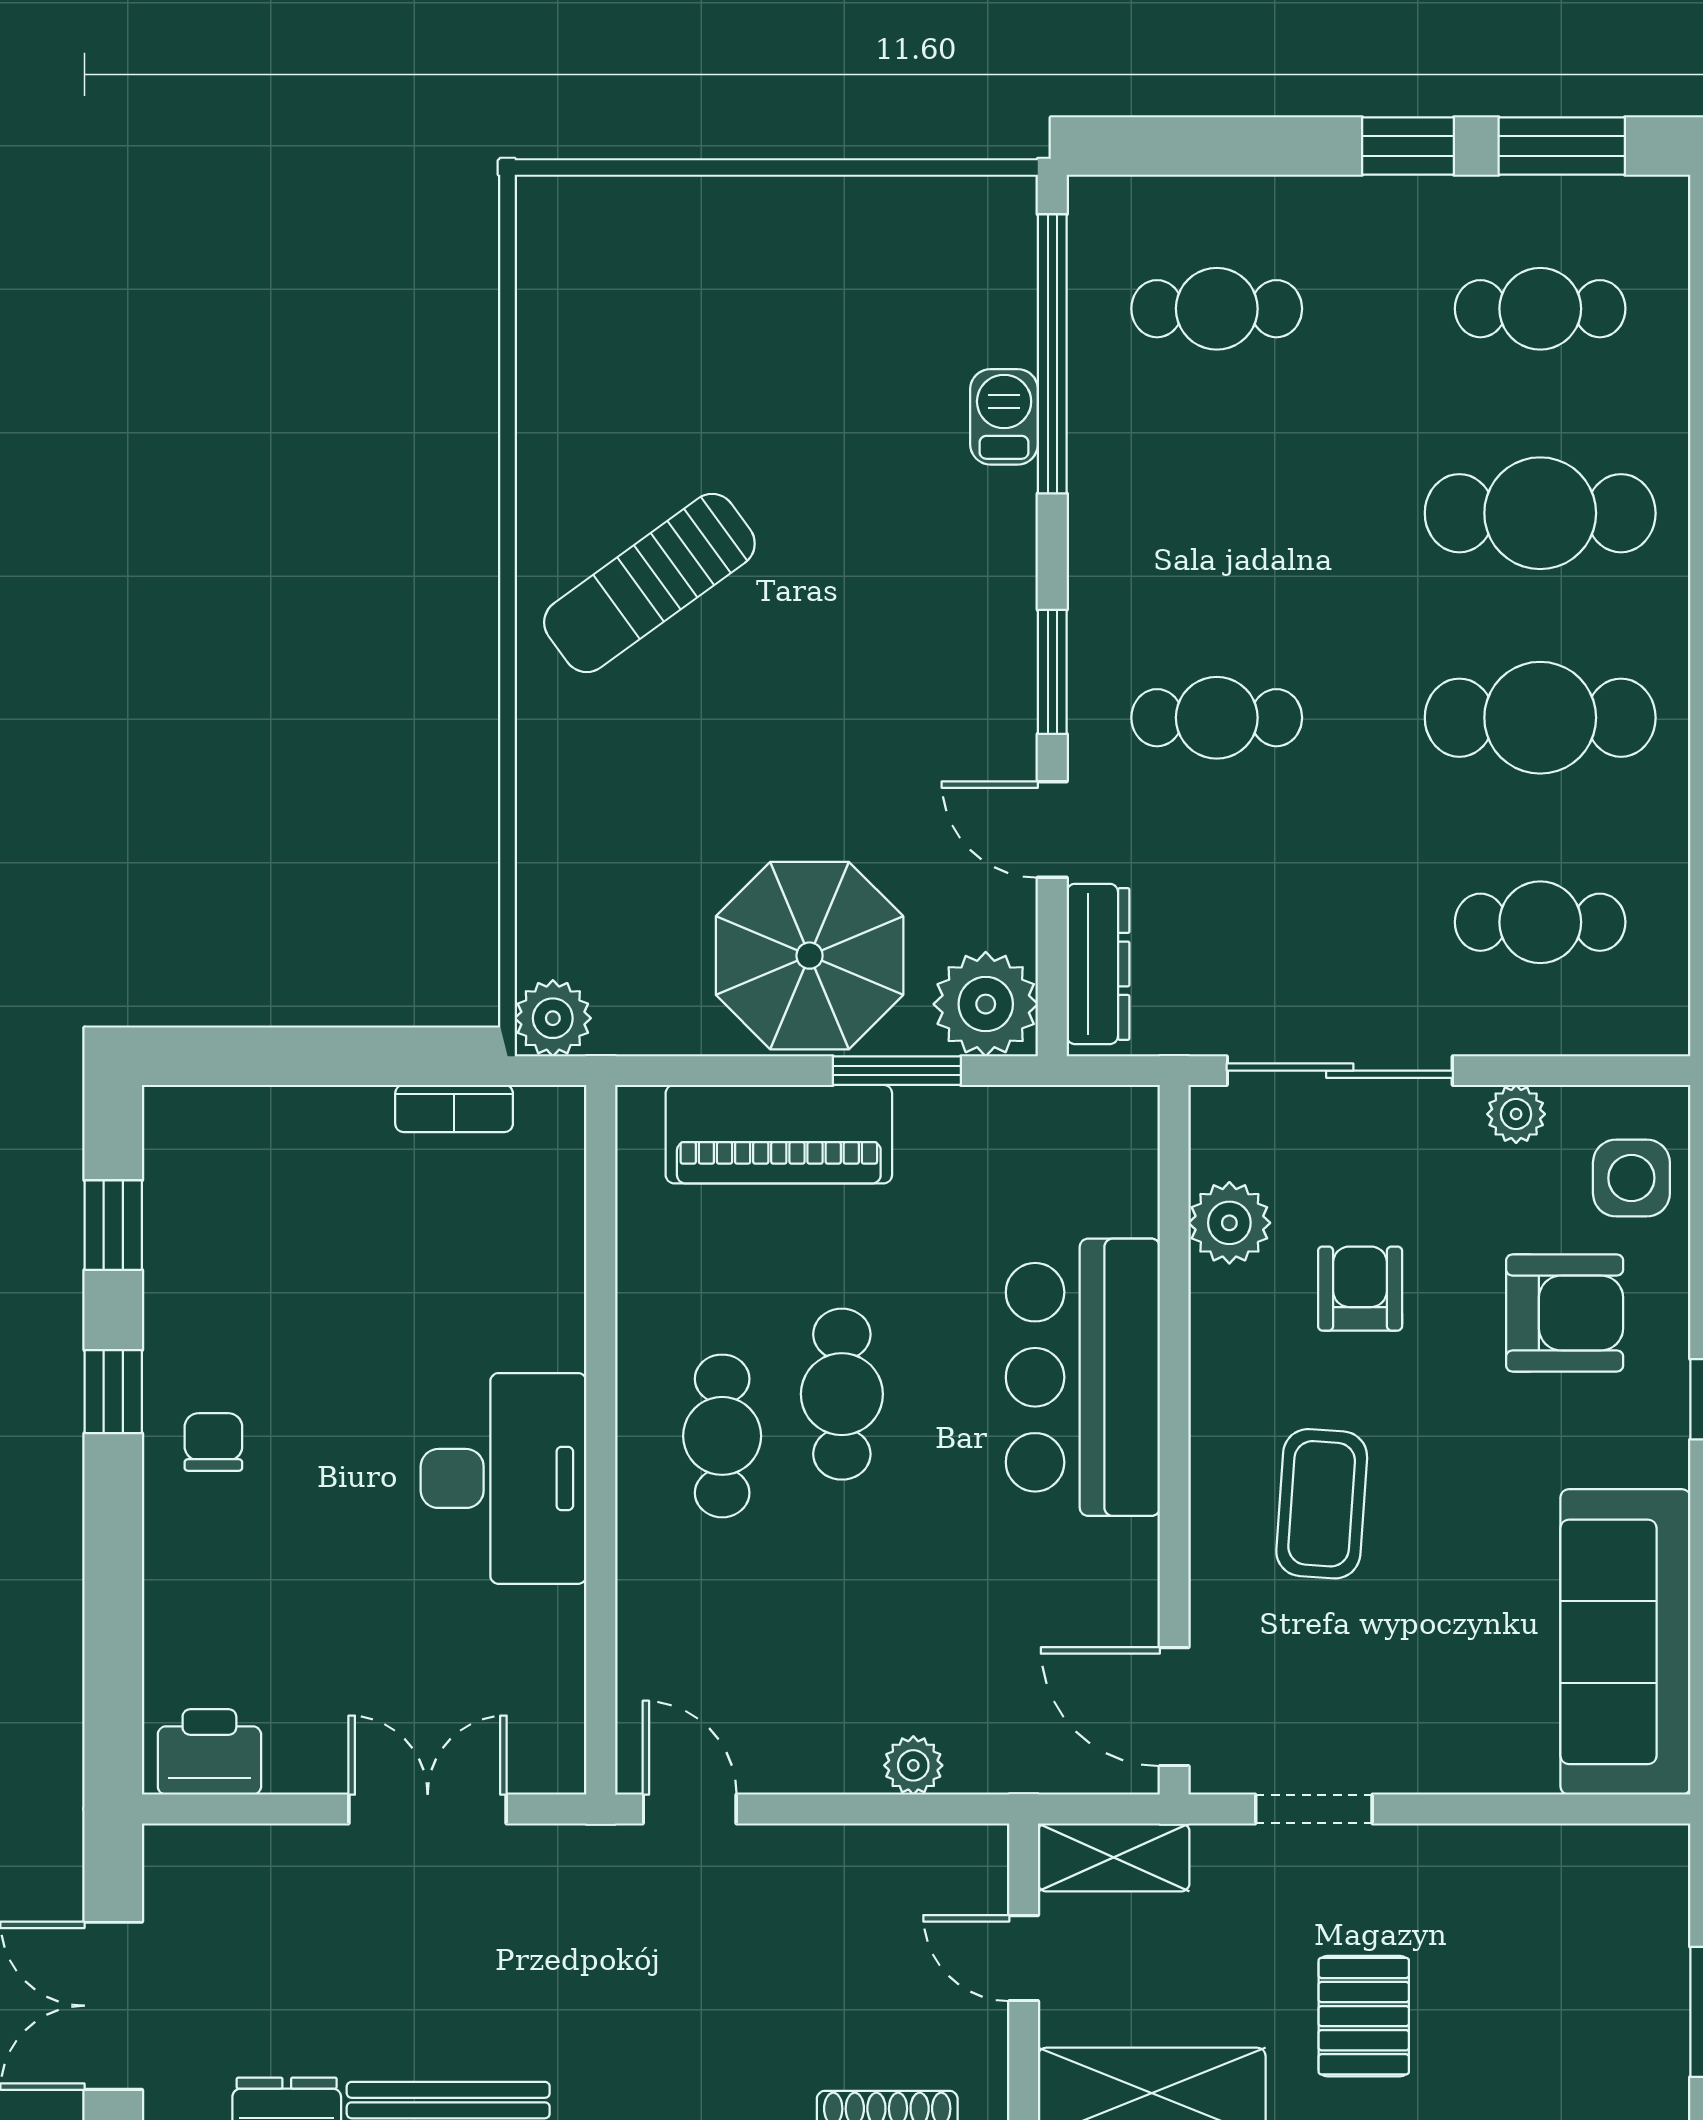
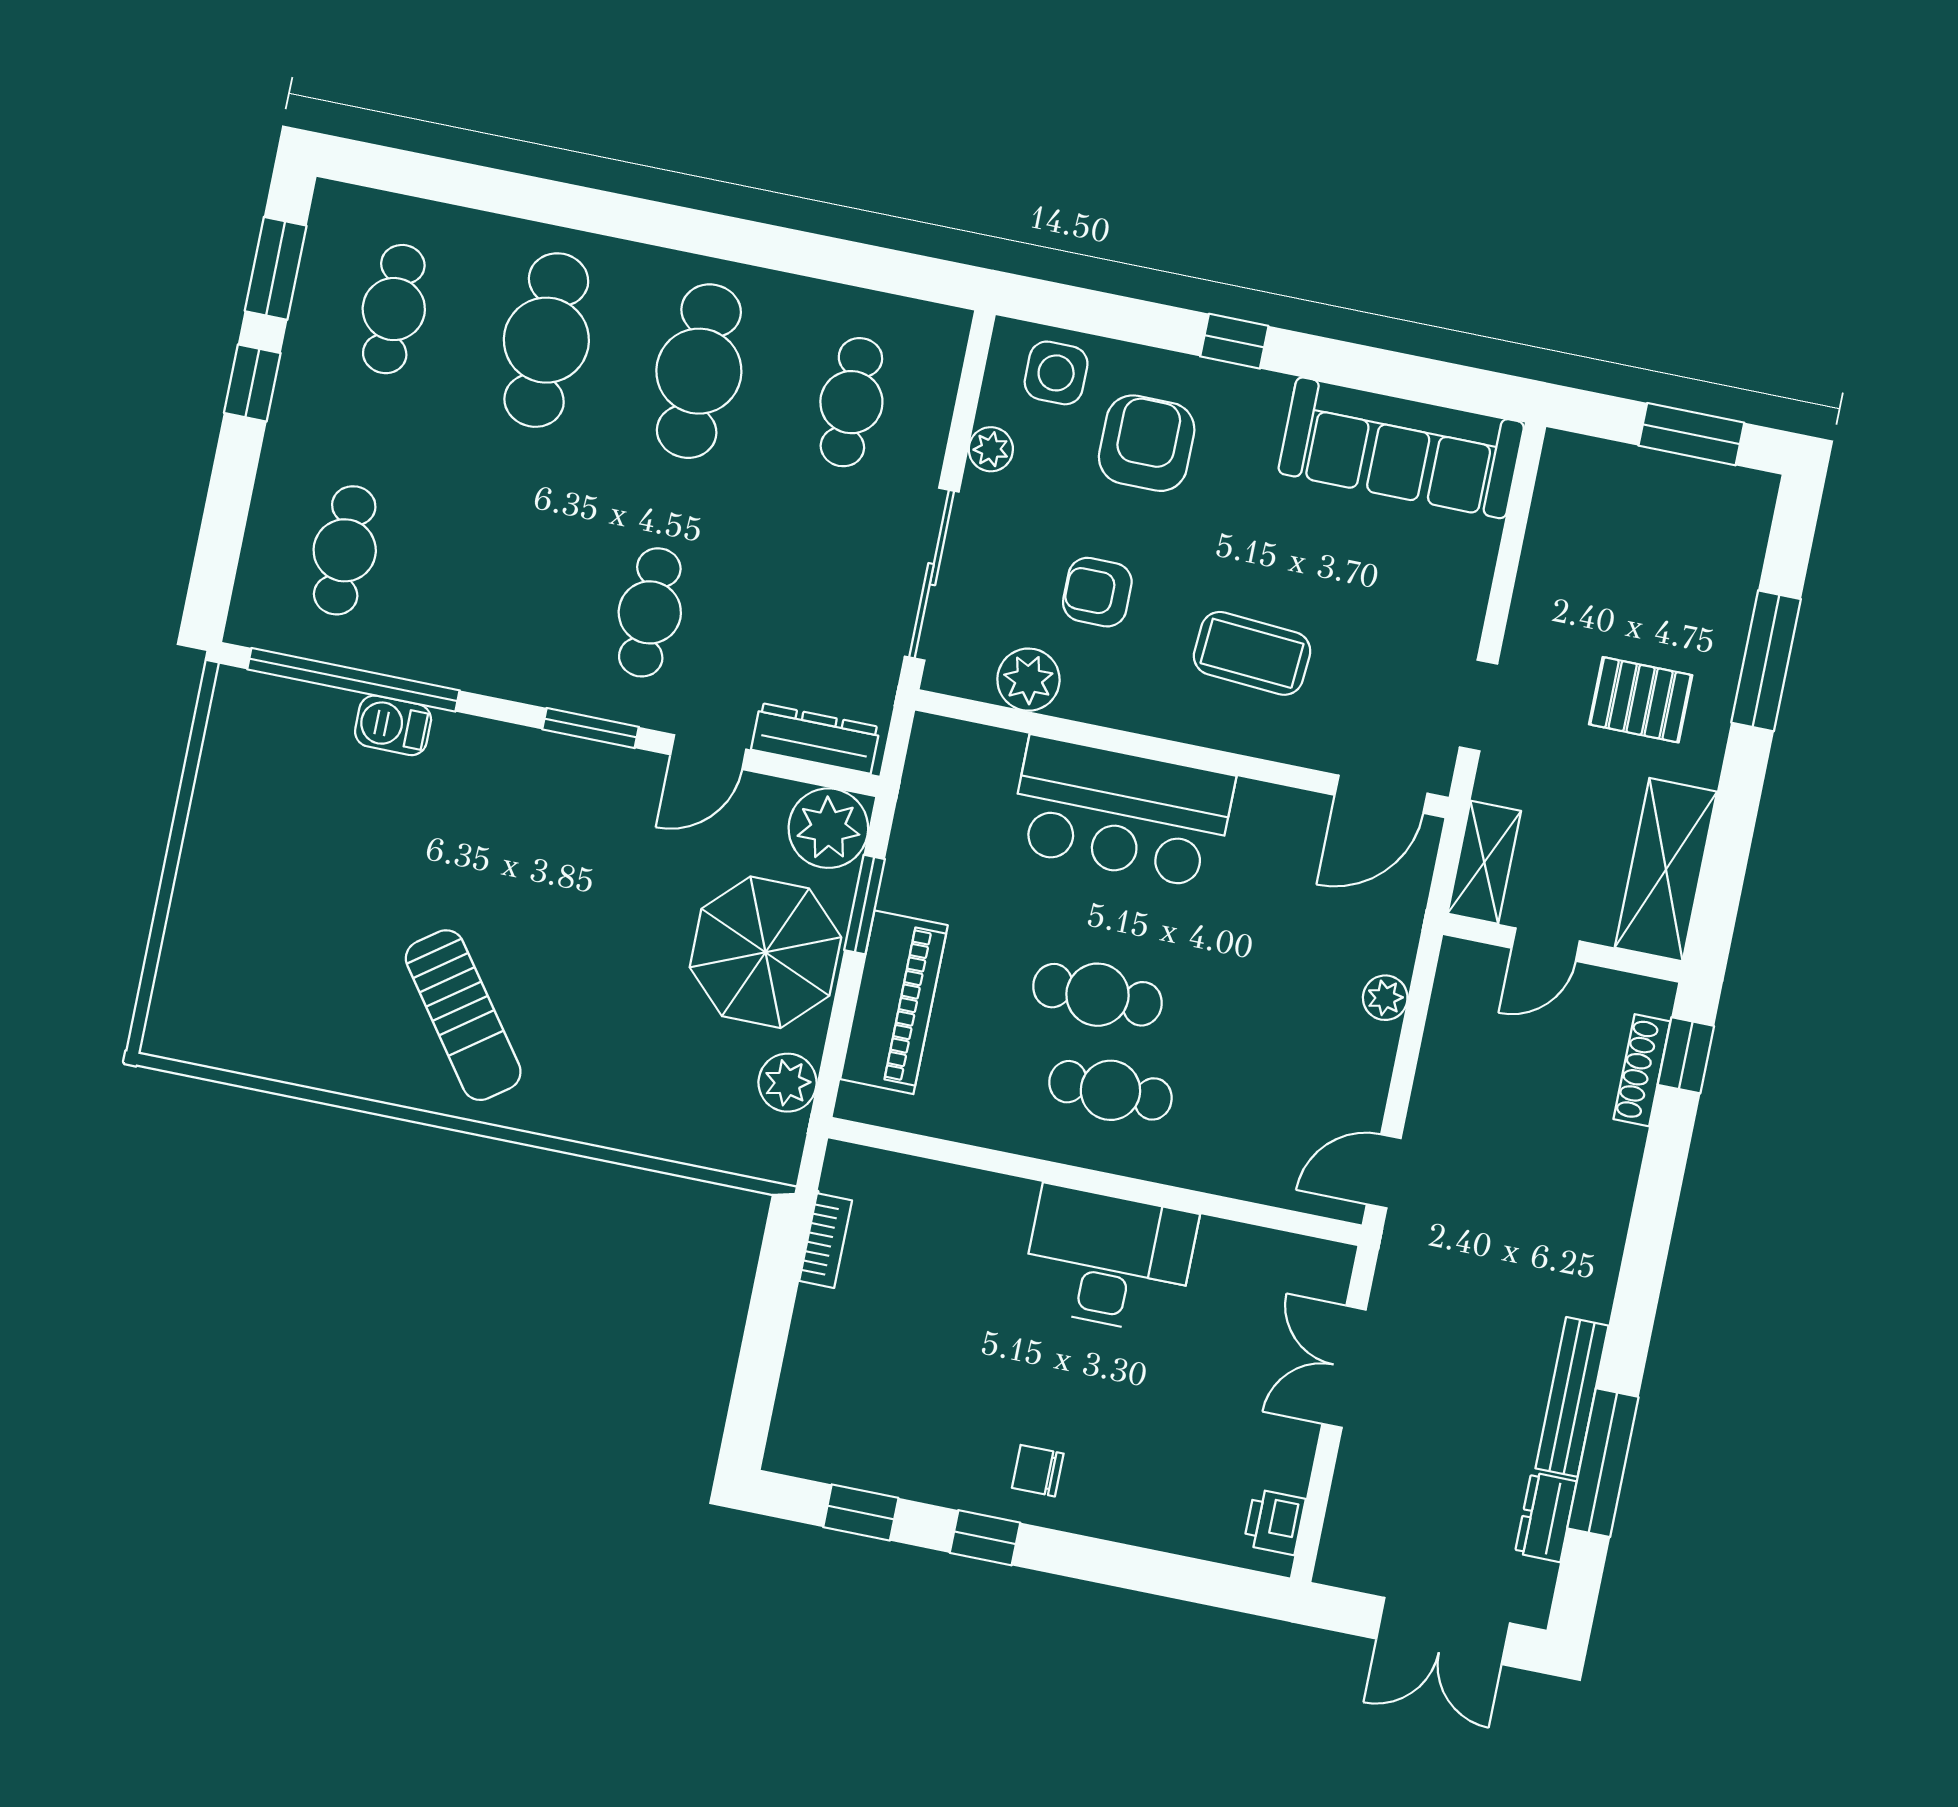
plant: (553, 1018) -> (787, 1083), moved
printer: (209, 1752) -> (1275, 1522), width x0.73, depth x0.81

